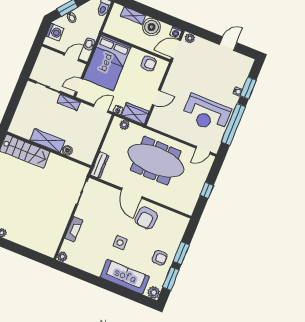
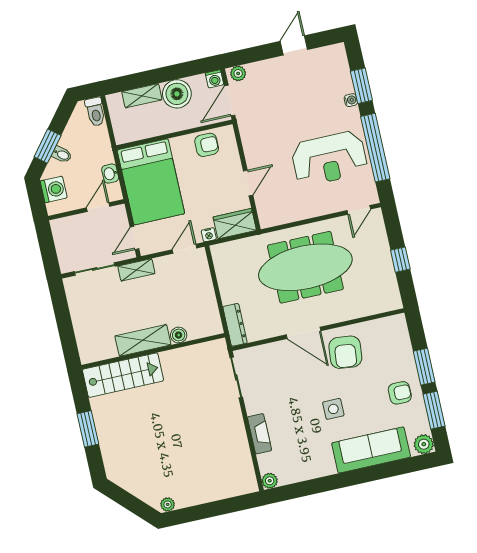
plant: (124, 125) -> (231, 249), removed

